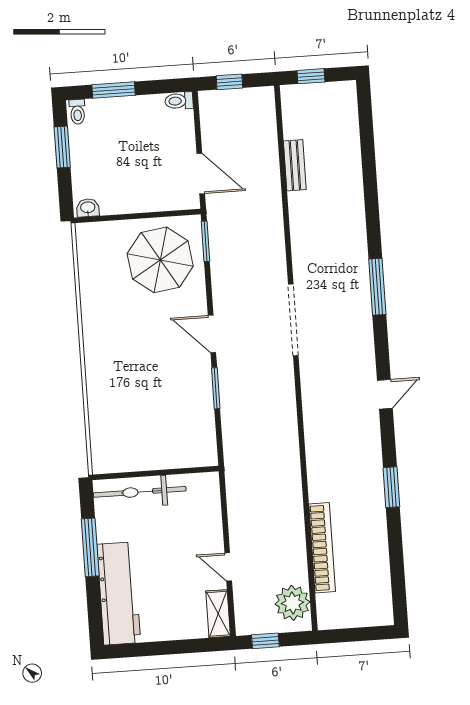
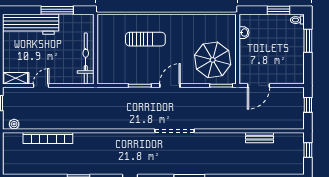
toilet: (179, 101) -> (299, 76), removed
washbasin: (88, 208) -> (244, 33), moved
sun lounger: (131, 384) -> (145, 39), added
bicycle: (140, 492) -> (86, 58), moved
plant: (292, 603) -> (14, 124), width x0.53, depth x0.53

